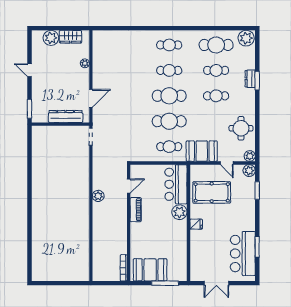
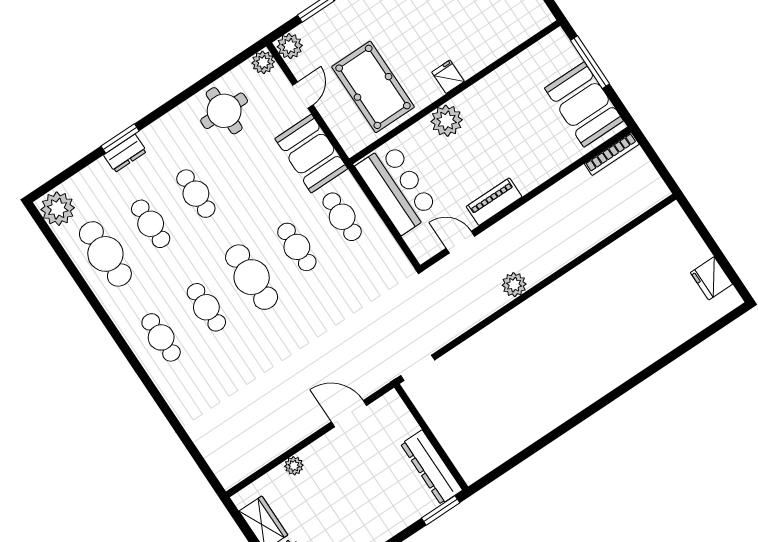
dresser: (66, 116) -> (431, 467), moved
cafe table: (169, 121) -> (297, 247), width x0.73, depth x0.74
bar counter: (176, 184) -> (397, 188), moved, turned -90
fridge: (49, 274) -> (711, 278), added

